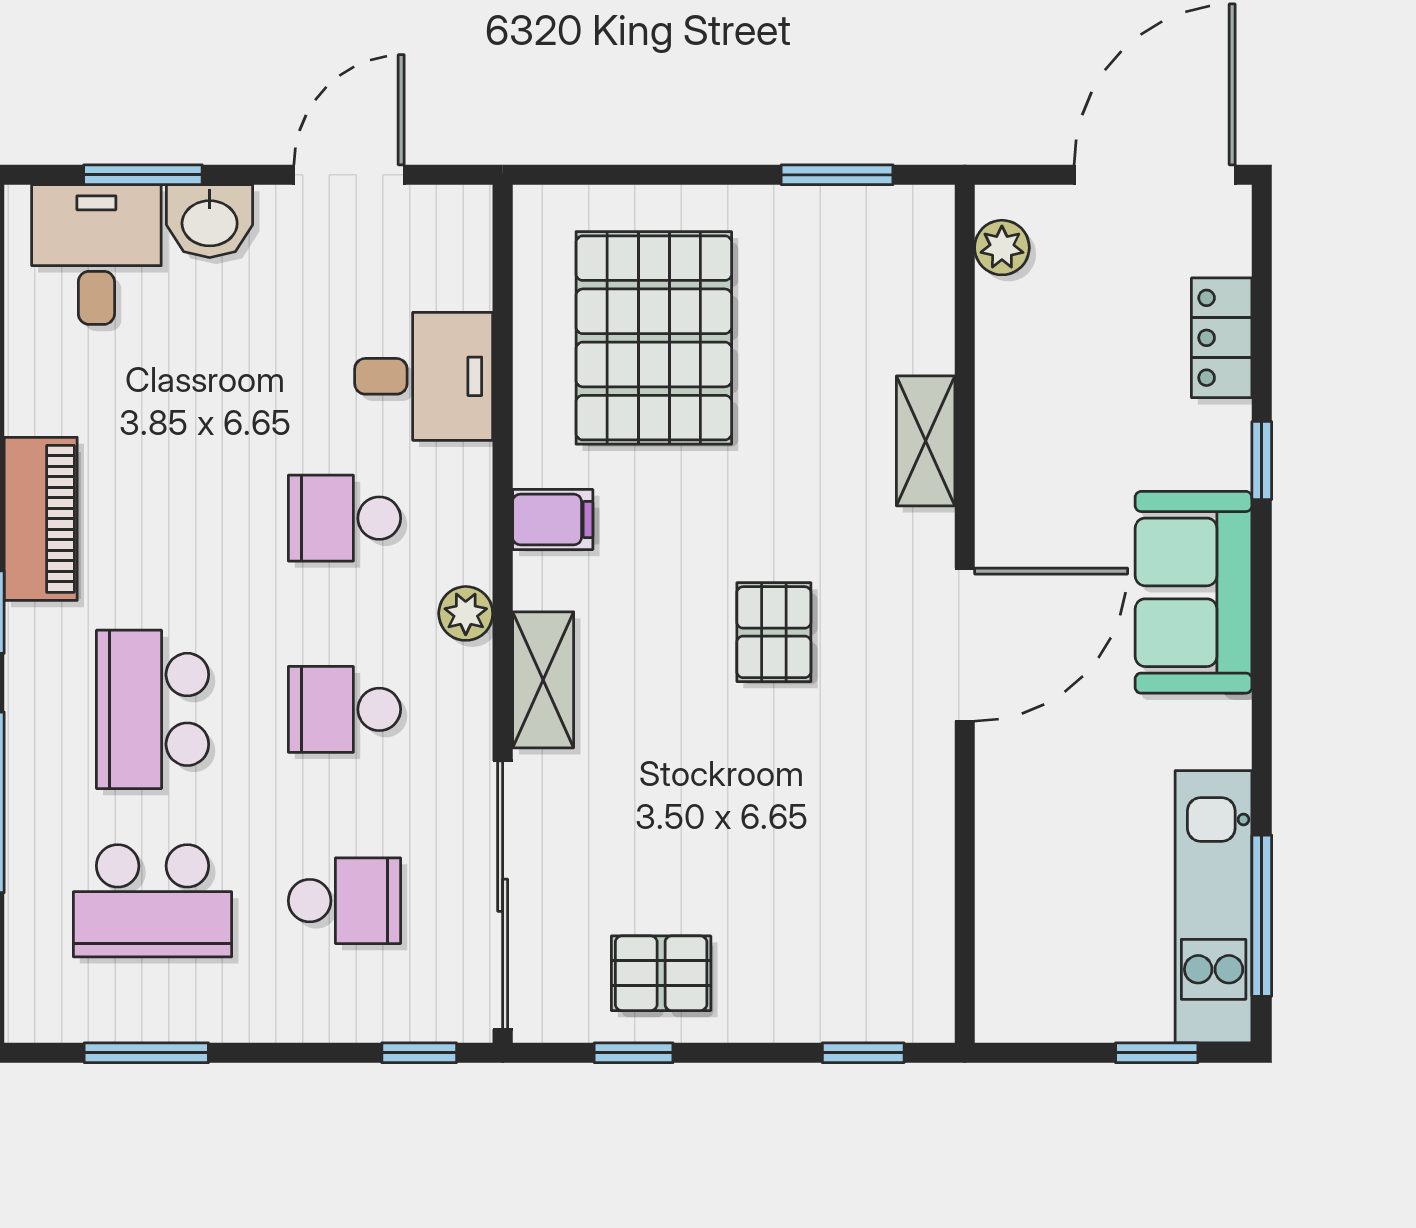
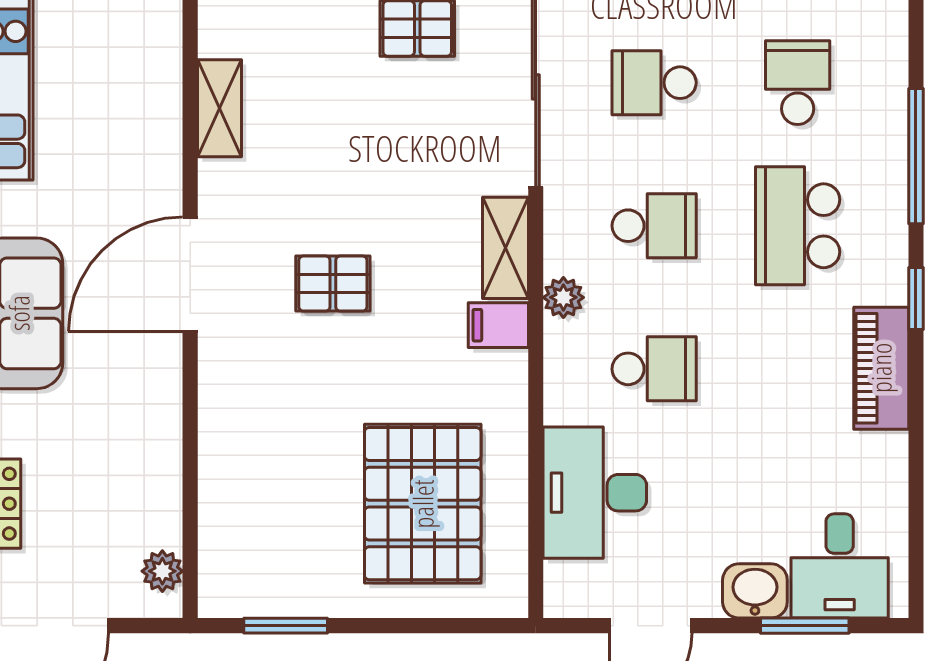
desk: (424, 376) -> (595, 493), width x1.37
shelving: (926, 441) -> (219, 108), moved
filing cabinet: (553, 519) -> (498, 325), moved
pallet: (774, 632) -> (333, 284), turned 90
school desk: (153, 709) -> (798, 226), turned 180
school desk: (153, 901) -> (798, 83), width x0.54

